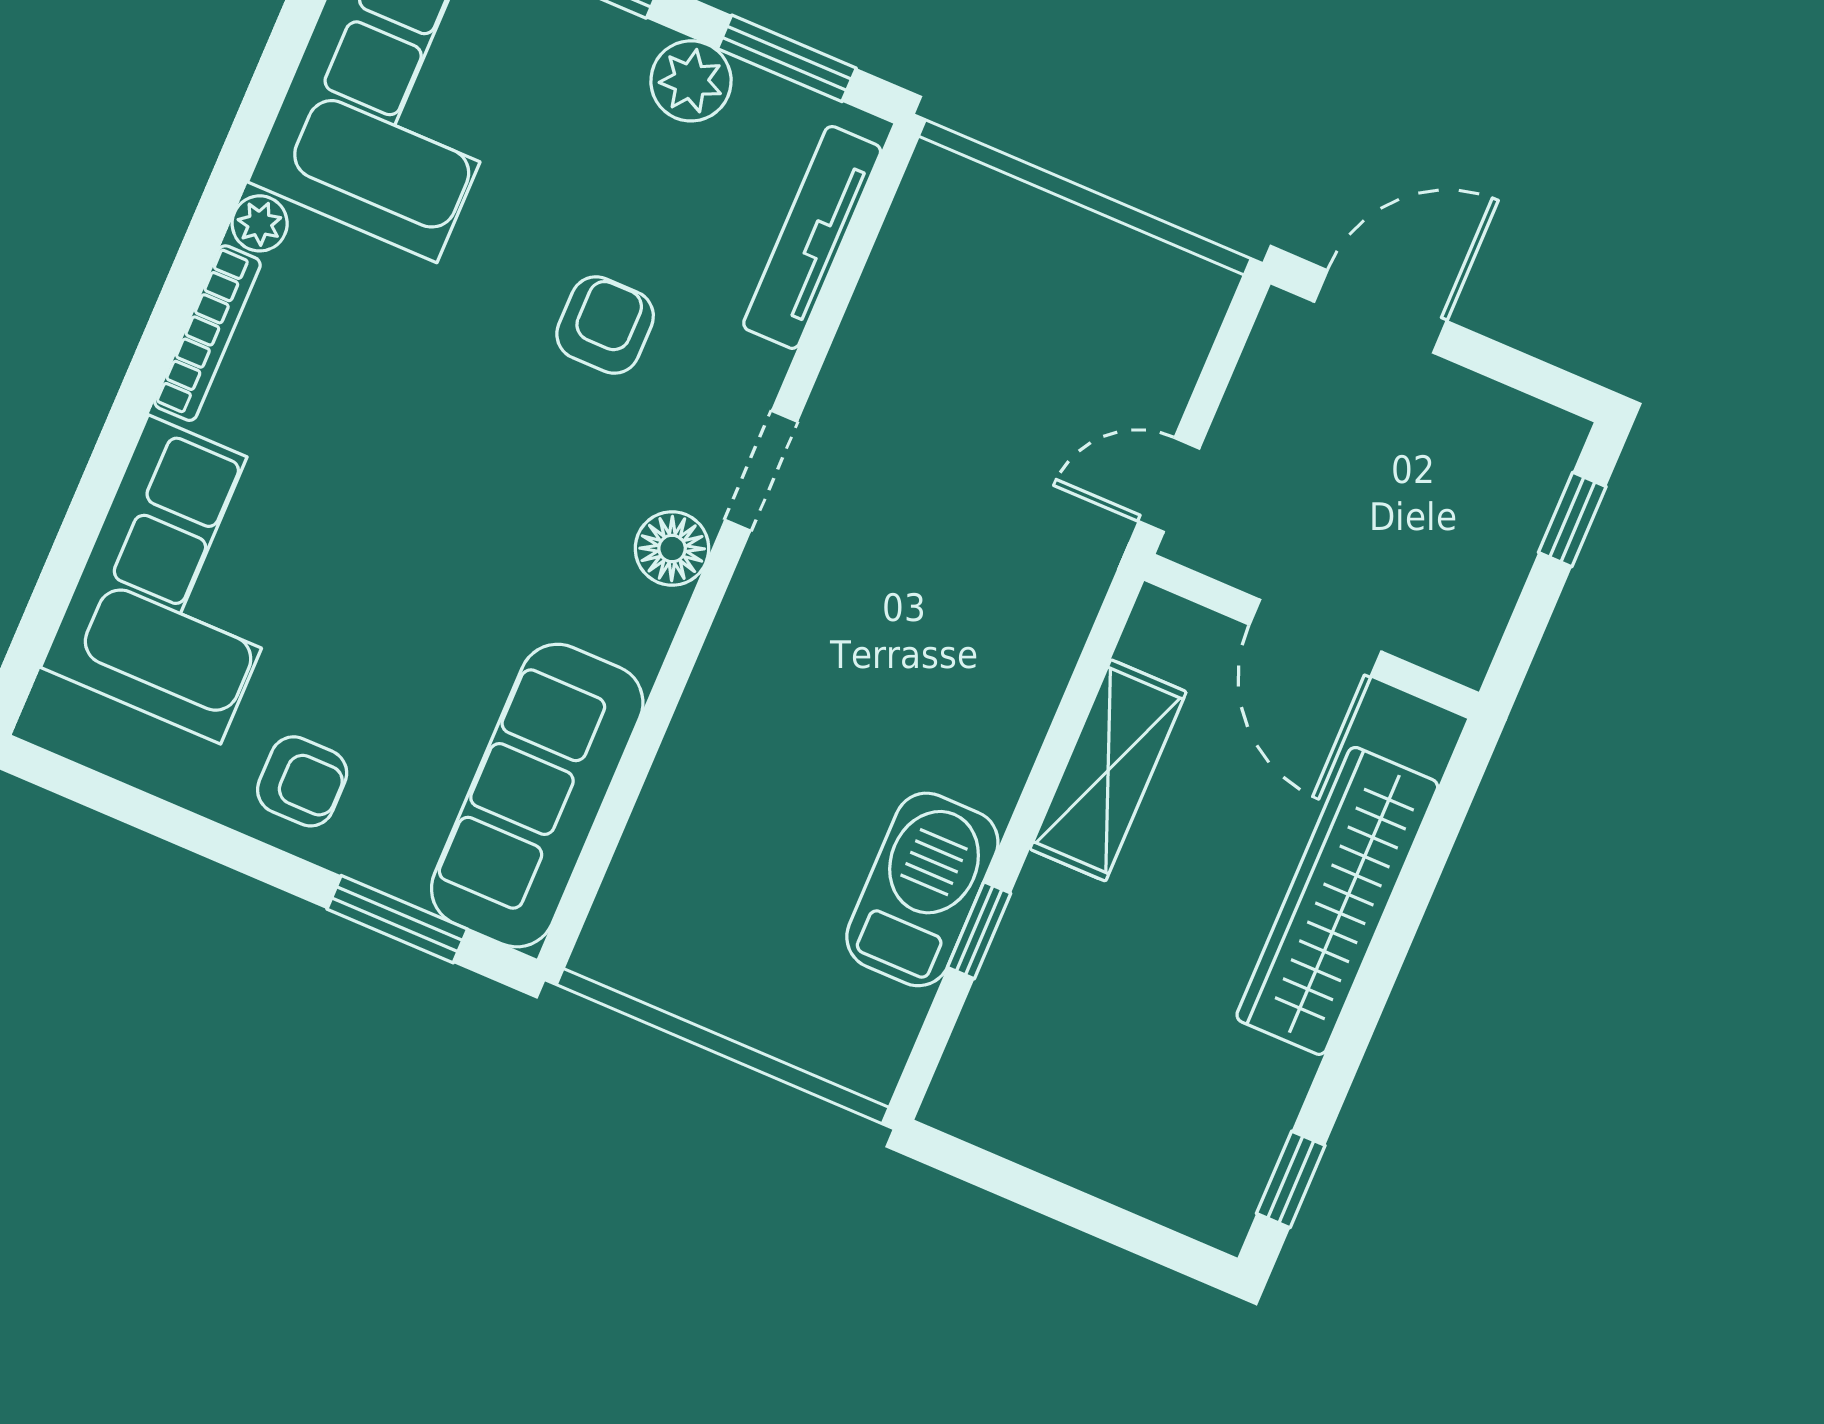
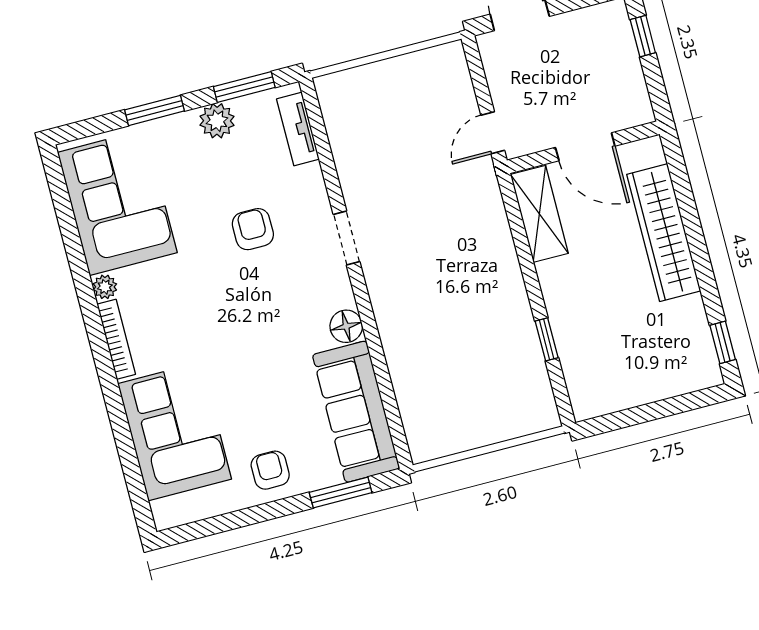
tv unit: (812, 237) -> (298, 129), width x0.71
floor lamp: (672, 548) -> (346, 326), moved
shelving: (1108, 770) -> (539, 214), moved
armchair: (302, 781) -> (270, 470), turned -90
barbecue: (922, 889) -> (516, 341), removed

